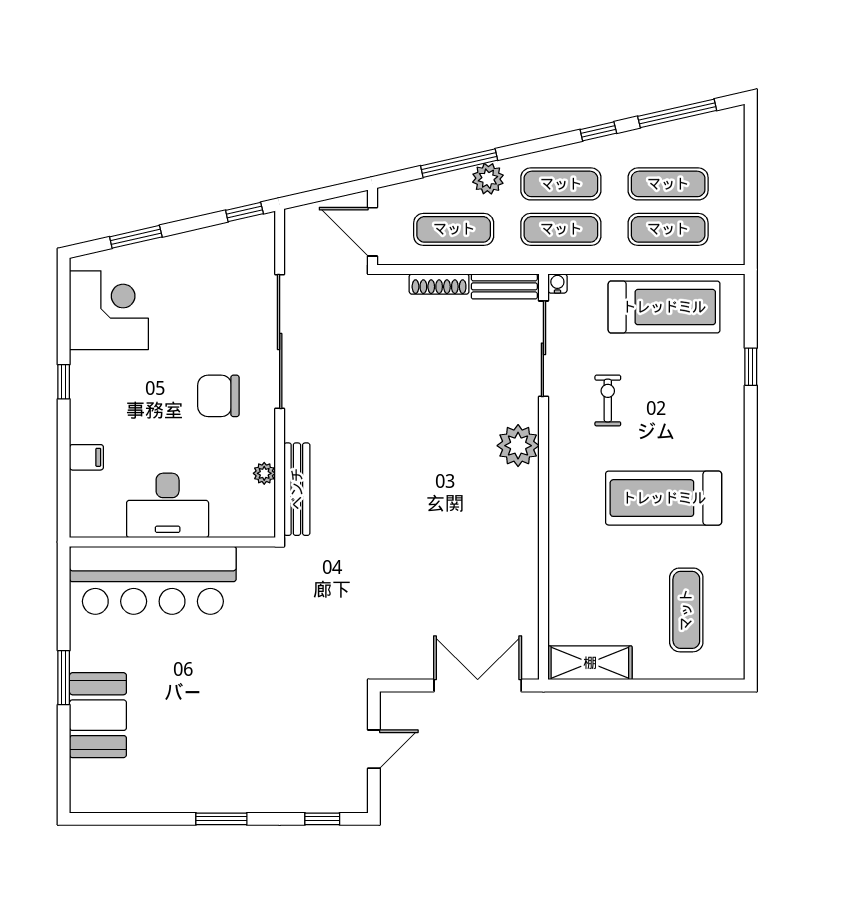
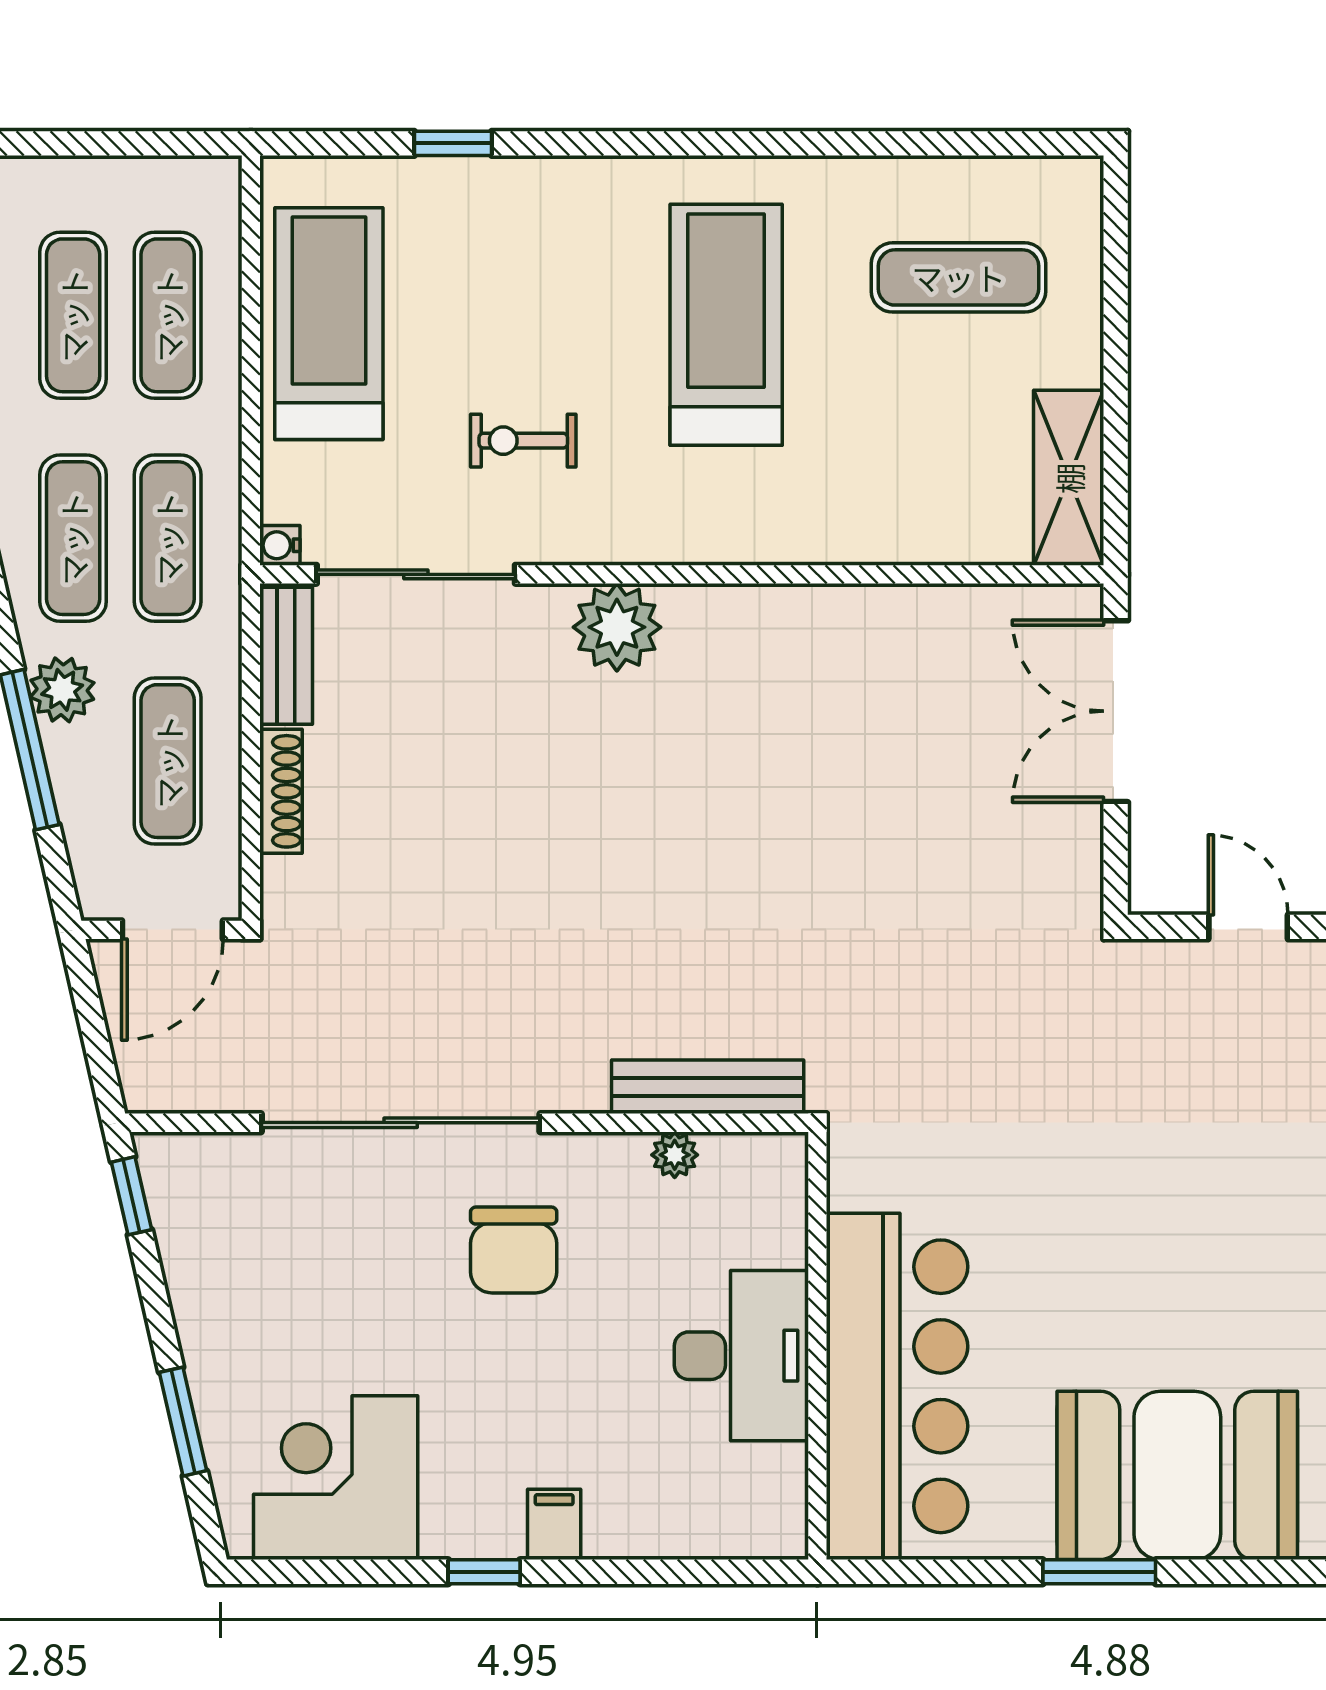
filing cabinet: (86, 457) -> (554, 1524), moved
treadmill: (664, 498) -> (726, 325), turned 180
booth: (98, 715) -> (1177, 1475), width x1.36, depth x1.42

